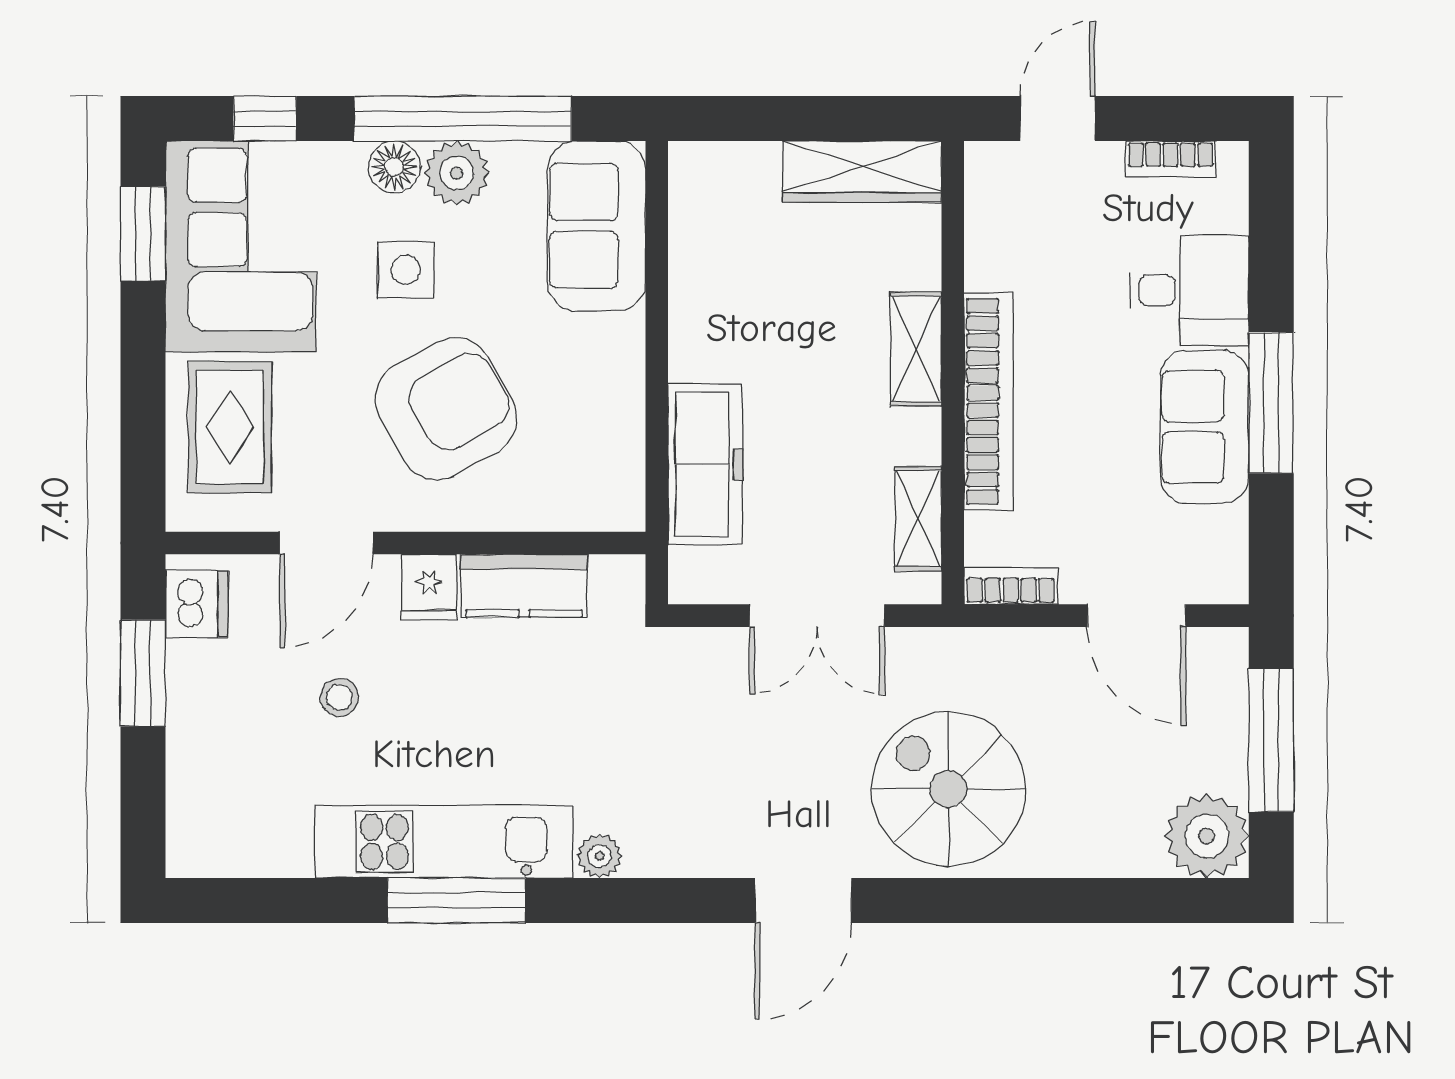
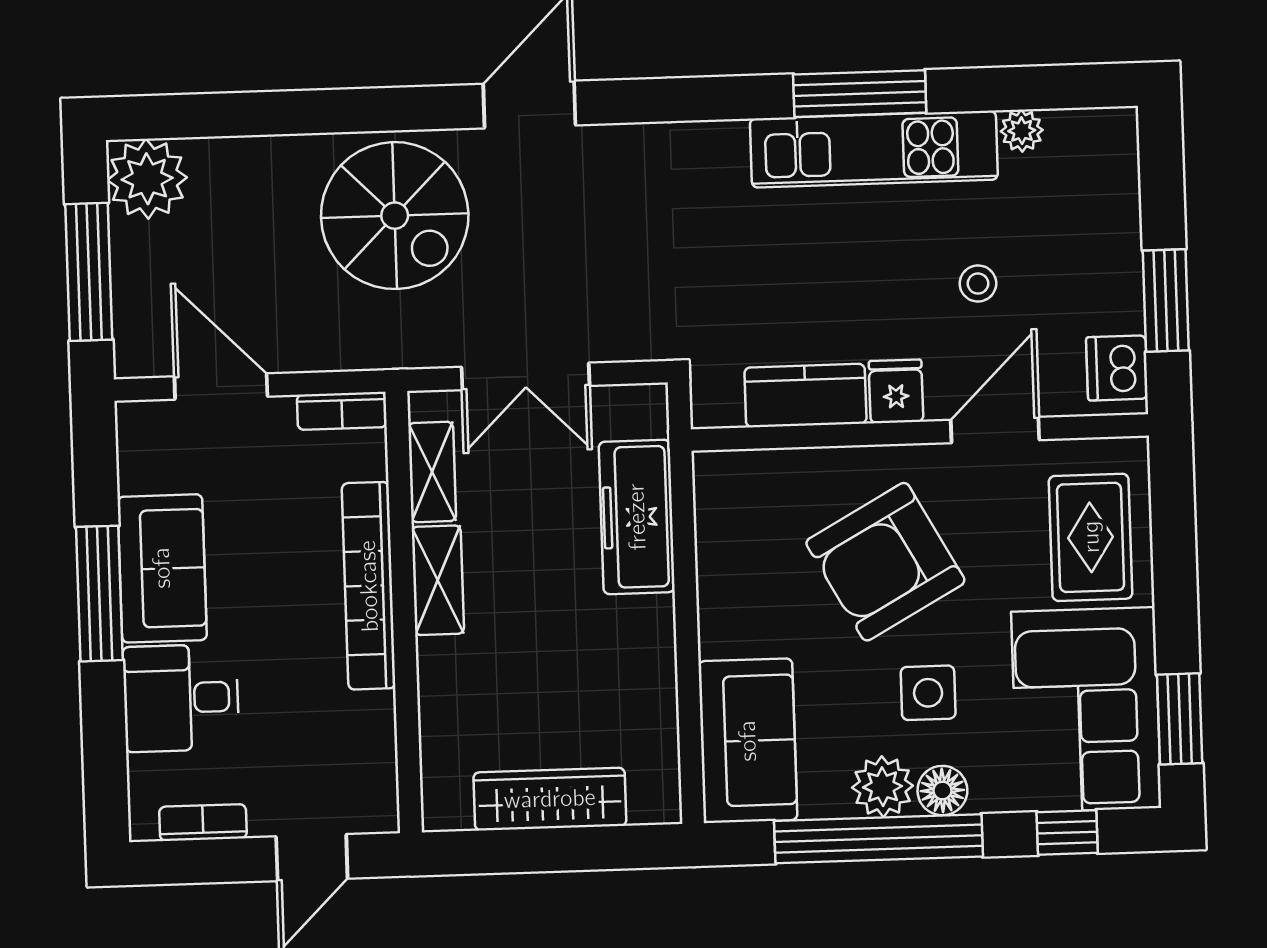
wardrobe: (862, 172) -> (550, 799), moved
shelving: (916, 349) -> (438, 580), moved
double door: (817, 616) -> (525, 376), swing flipped
plant: (599, 856) -> (1022, 131), moved

